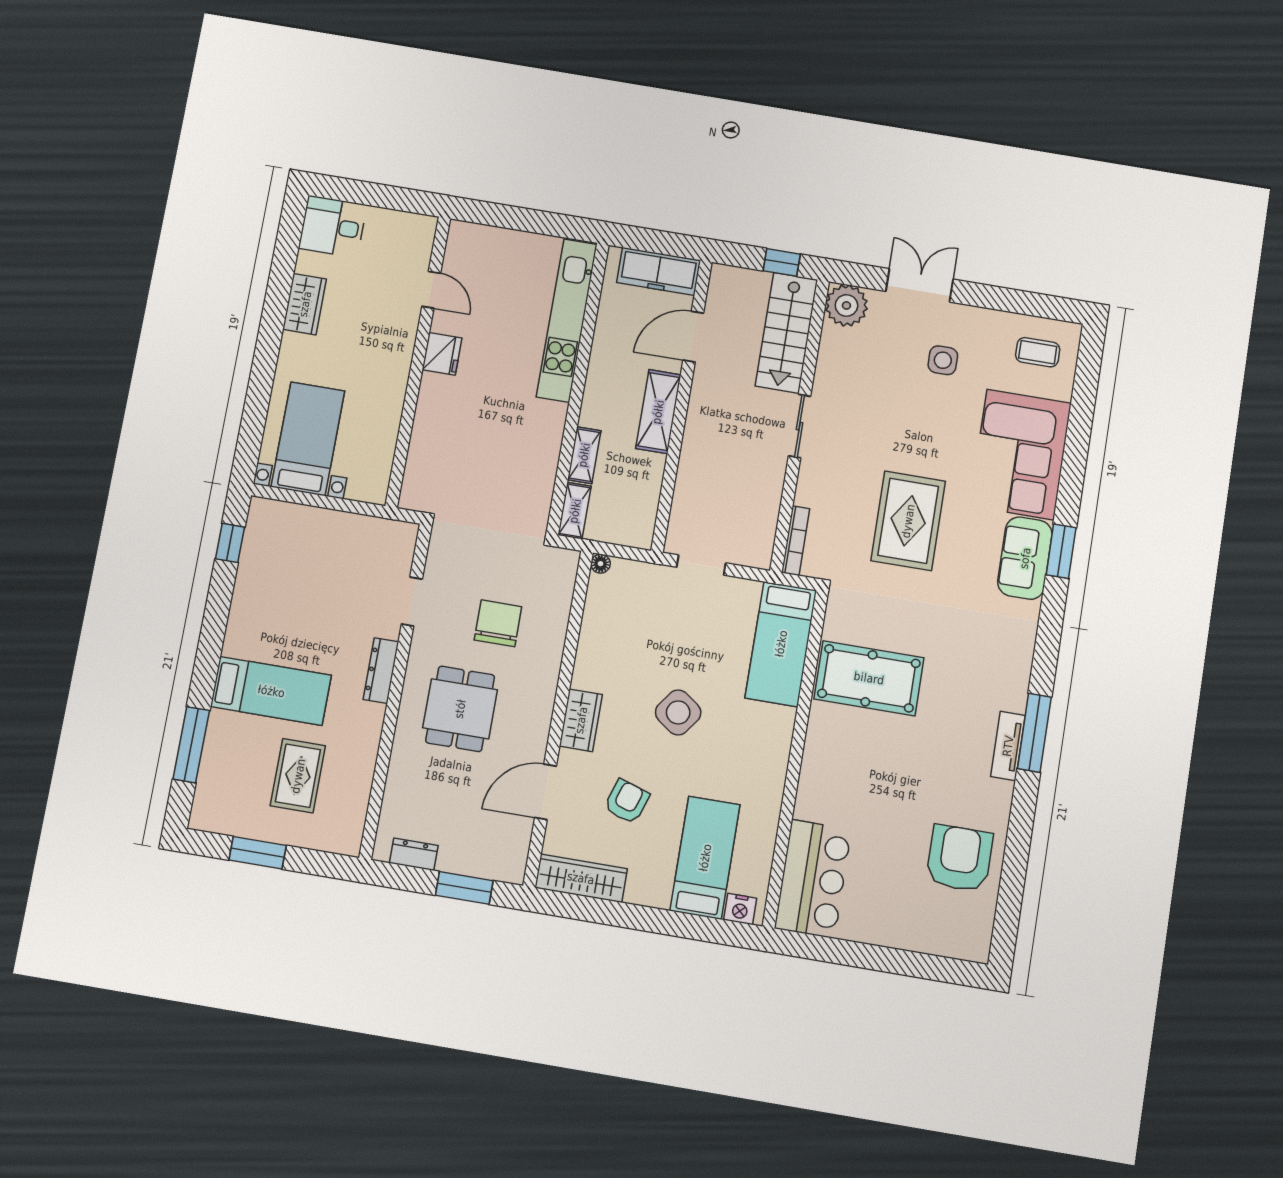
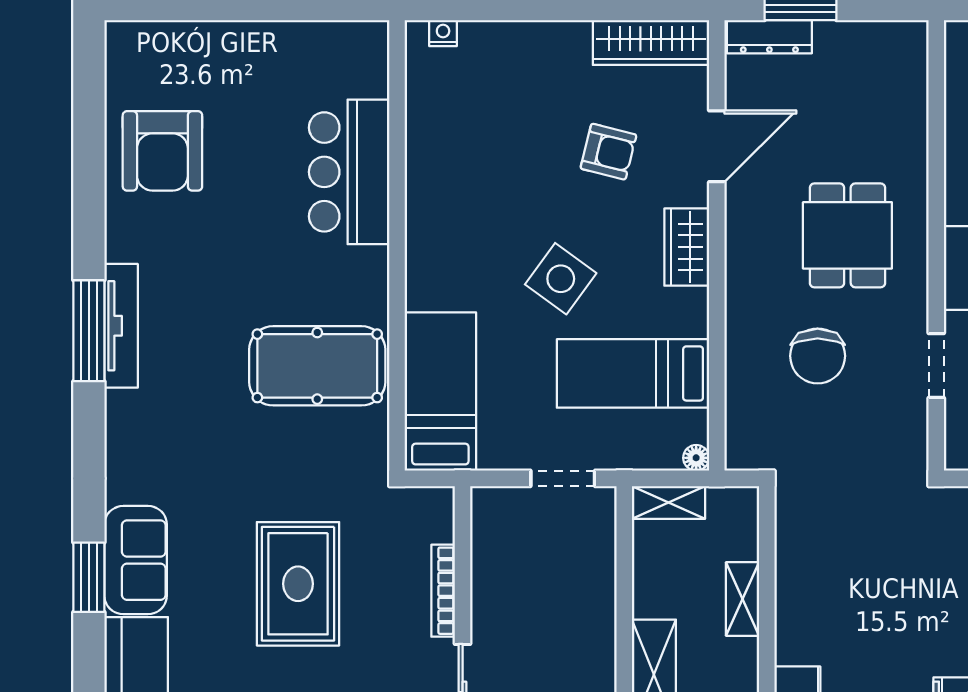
shelving: (575, 511) -> (669, 503), moved, turned 90
bookcase: (796, 541) -> (443, 591), moved
tv unit: (1008, 746) -> (121, 326), width x1.41
armchair: (627, 801) -> (608, 152), turned -94
dresser: (414, 854) -> (769, 37), moved, width x1.44
bed: (705, 858) -> (633, 373), moved, turned 90
bar counter: (813, 879) -> (349, 172), moved
nightstand: (740, 909) -> (443, 33), width x0.72, depth x0.74

